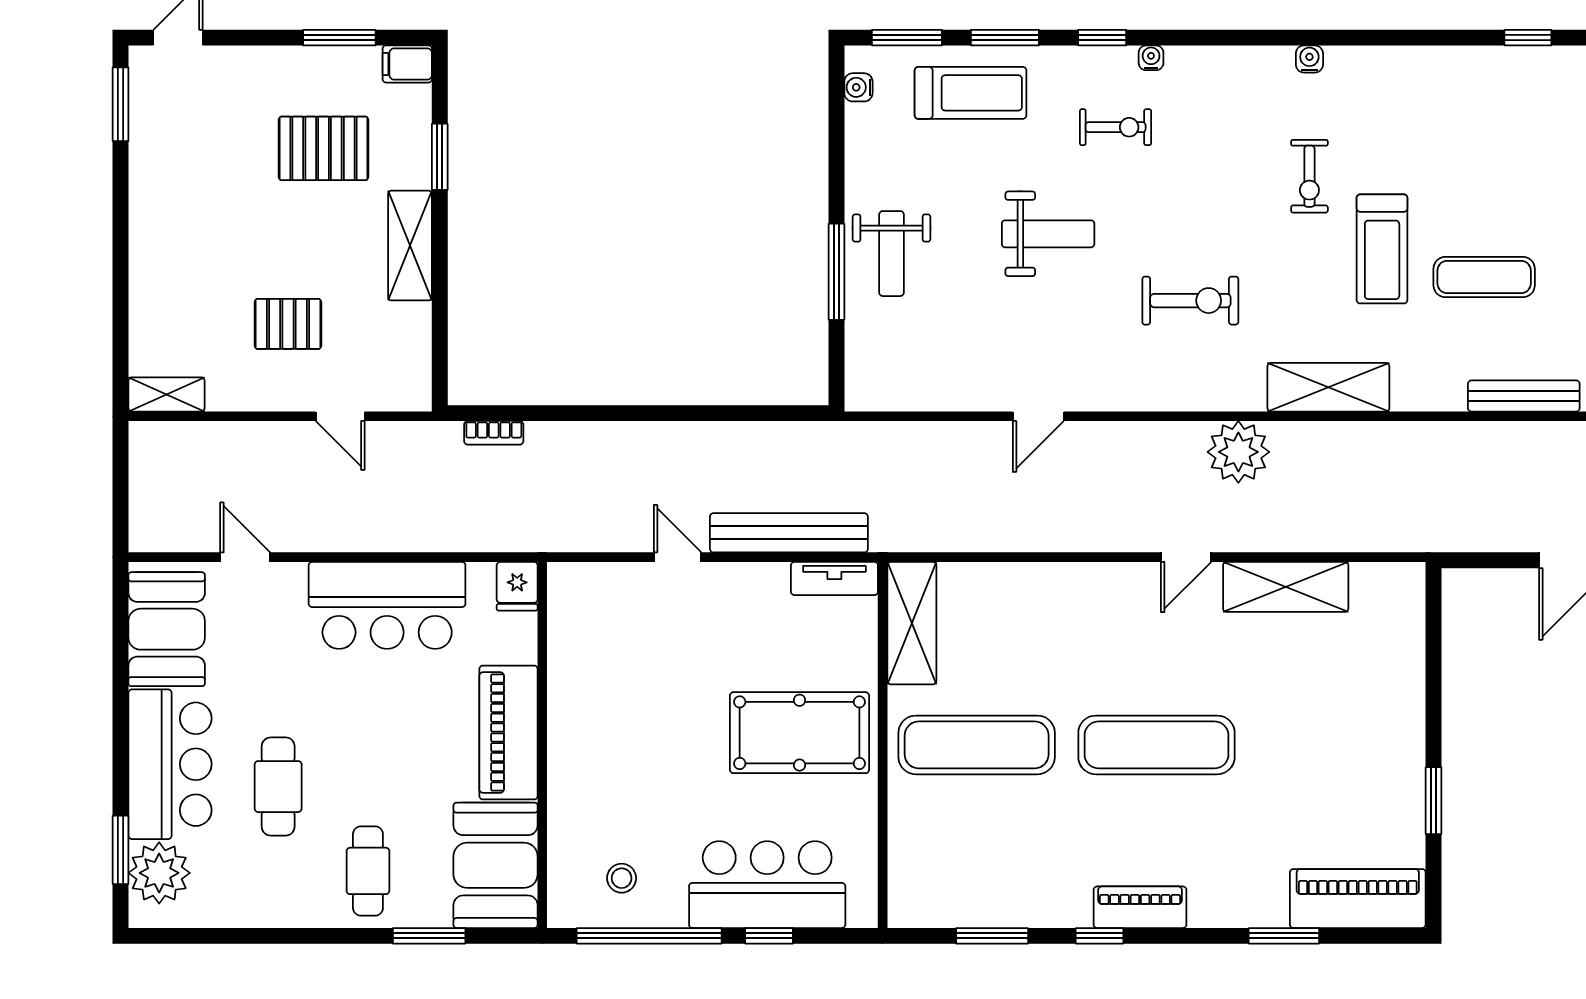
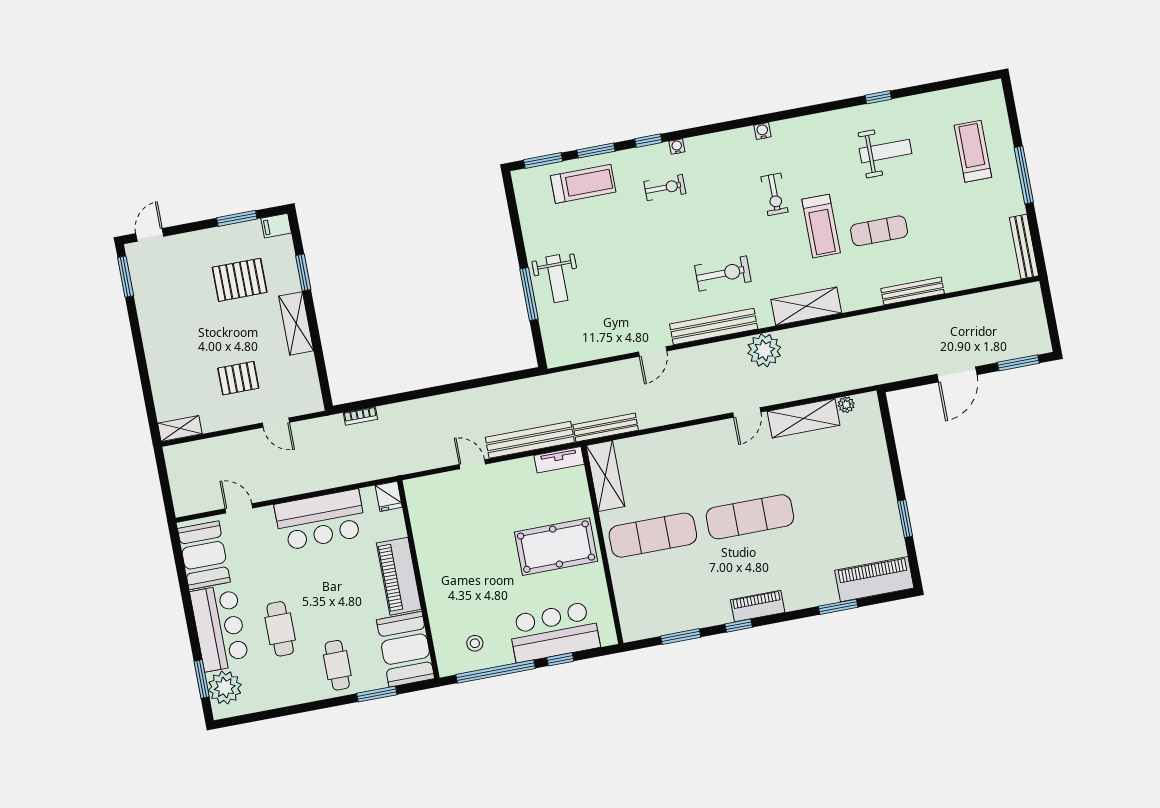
water cooler: (858, 87) -> (522, 192), removed
weight bench: (1048, 234) -> (885, 151), moved
bench: (1156, 392) -> (714, 326), added
bench: (929, 536) -> (606, 427), added
plant: (1367, 577) -> (846, 405), added

